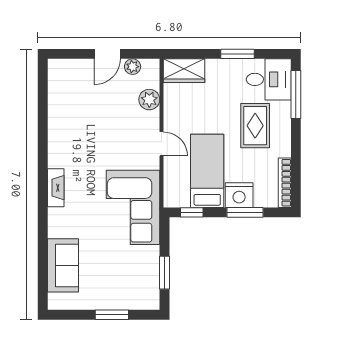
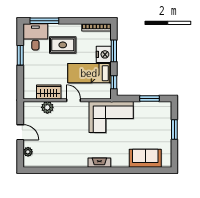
plant: (133, 67) -> (28, 152), moved
wardrobe: (184, 71) -> (49, 92), moved, turned -90
door: (162, 144) -> (74, 100), hinge flipped

